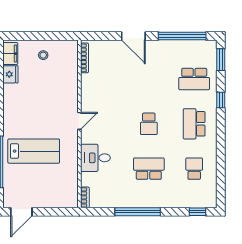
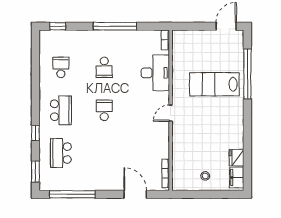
door: (133, 36) -> (135, 194), moved
school desk: (194, 79) -> (61, 153), turned -90
desk: (95, 158) -> (155, 73), width x1.37
school desk: (149, 169) -> (104, 67), width x0.54
school desk: (194, 169) -> (61, 67), turned 180

